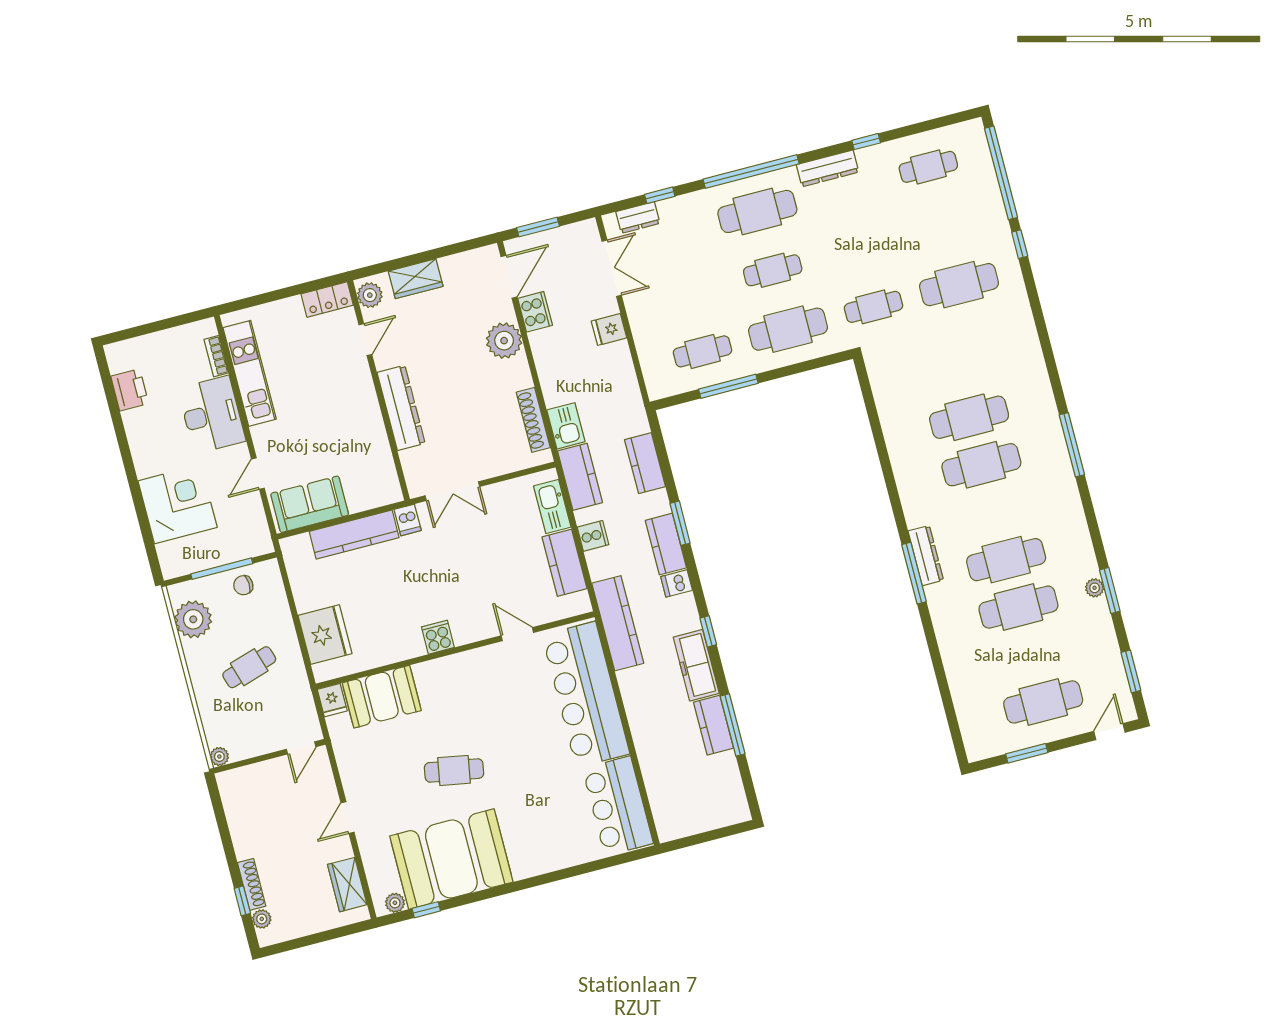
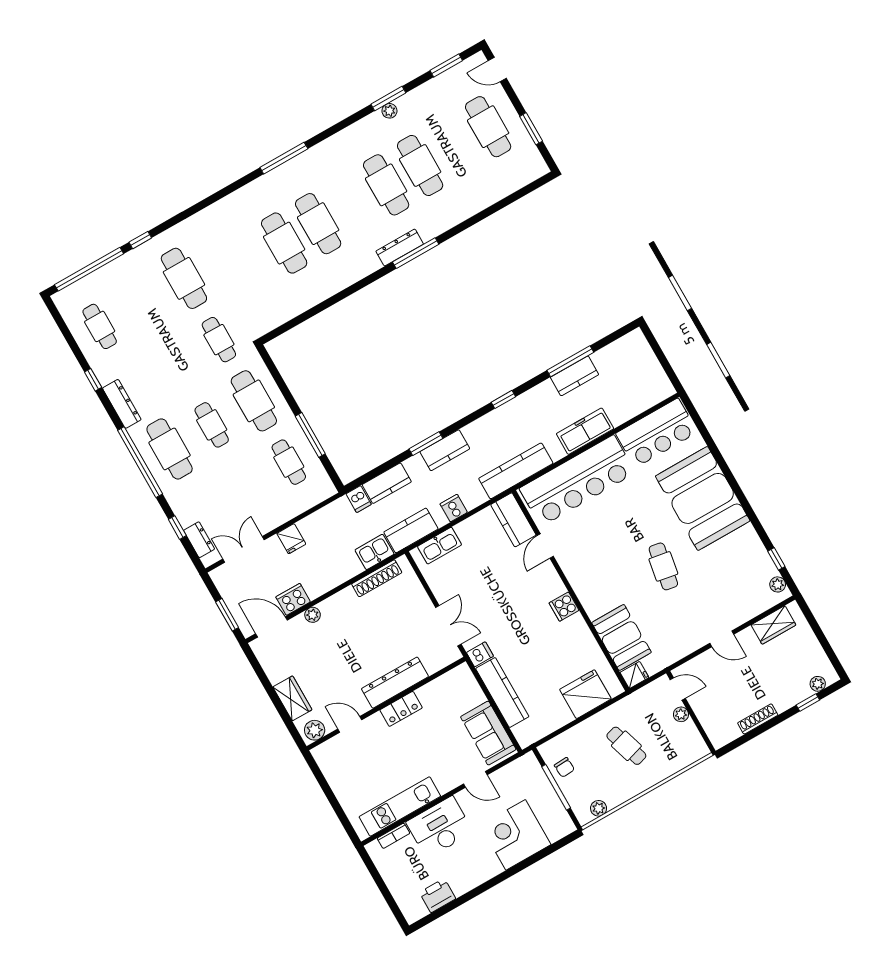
locker: (327, 299) -> (401, 709), moved, turned 90
plant: (504, 341) -> (313, 615), width x0.53, depth x0.53
kitchen counter: (565, 563) -> (513, 520), moved, turned 90
dishwasher: (677, 583) -> (359, 499), moved
plant: (193, 619) -> (599, 808), width x0.53, depth x0.53
freezer: (696, 665) -> (585, 431), moved, turned 180
plant: (219, 757) -> (681, 714), moved
booth: (451, 859) -> (703, 498), moved
shoe rack: (252, 884) -> (758, 719), moved

